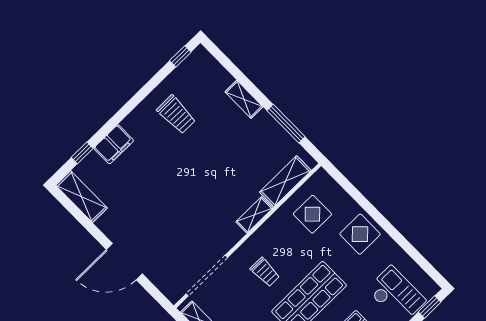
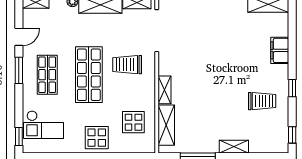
trolley: (176, 115) -> (262, 101), turned 180
window: (82, 153) -> (292, 88), moved
trolley: (265, 272) -> (127, 65), width x1.36, depth x1.39

